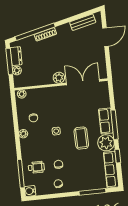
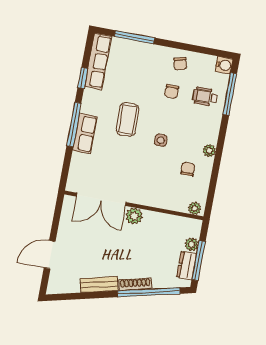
bench: (83, 22) -> (99, 285), moved
plant: (106, 143) -> (94, 102), removed

